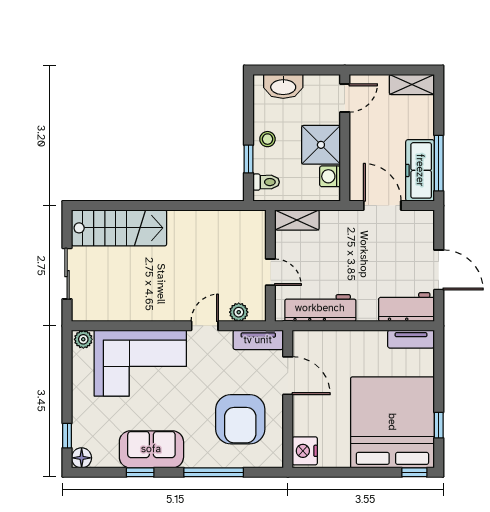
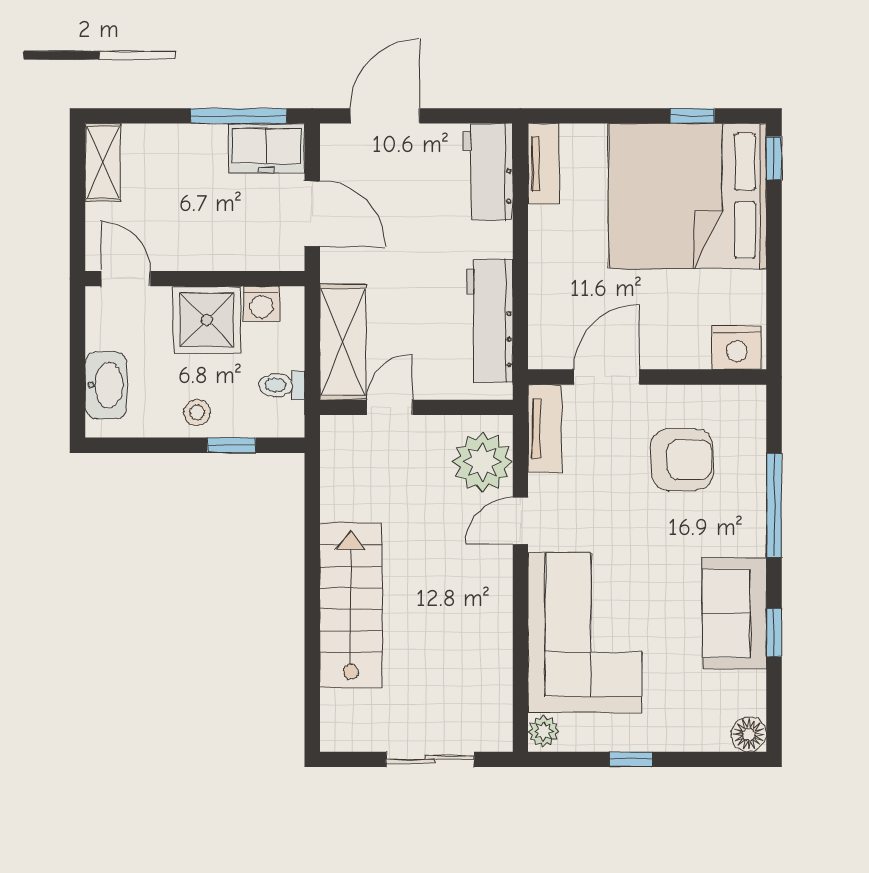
freezer: (420, 170) -> (267, 148), width x0.71
toilet: (266, 182) -> (282, 385), moved, turned -90
door: (382, 206) -> (312, 214), swing flipped
shelving: (297, 220) -> (343, 342), width x1.50, depth x1.33
stairs: (119, 228) -> (351, 606), moved
door: (439, 270) -> (385, 116), moved
door: (270, 272) -> (390, 407), moved
plant: (239, 312) -> (483, 462), width x1.87, depth x1.87
door: (205, 326) -> (520, 521), hinge flipped
armchair: (240, 419) -> (682, 459), width x0.73, depth x0.73
window: (67, 436) -> (631, 759), moved

